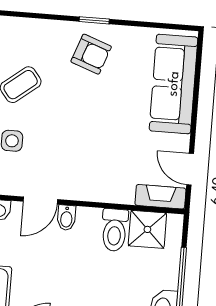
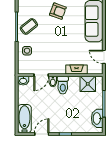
fireplace: (160, 197) -> (77, 70), moved
toilet: (115, 230) -> (63, 85), moved

